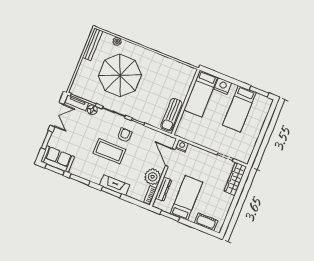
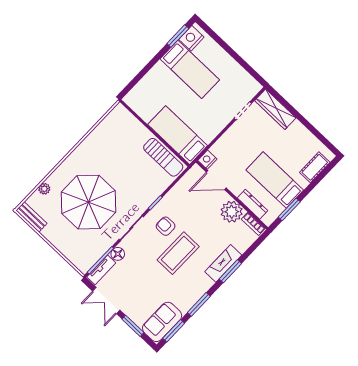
bench: (92, 44) -> (31, 217), width x0.73
nightstand: (223, 86) -> (191, 38), moved
bed: (201, 94) -> (178, 135), moved, turned 180
double door: (57, 115) -> (106, 301), swing flipped

